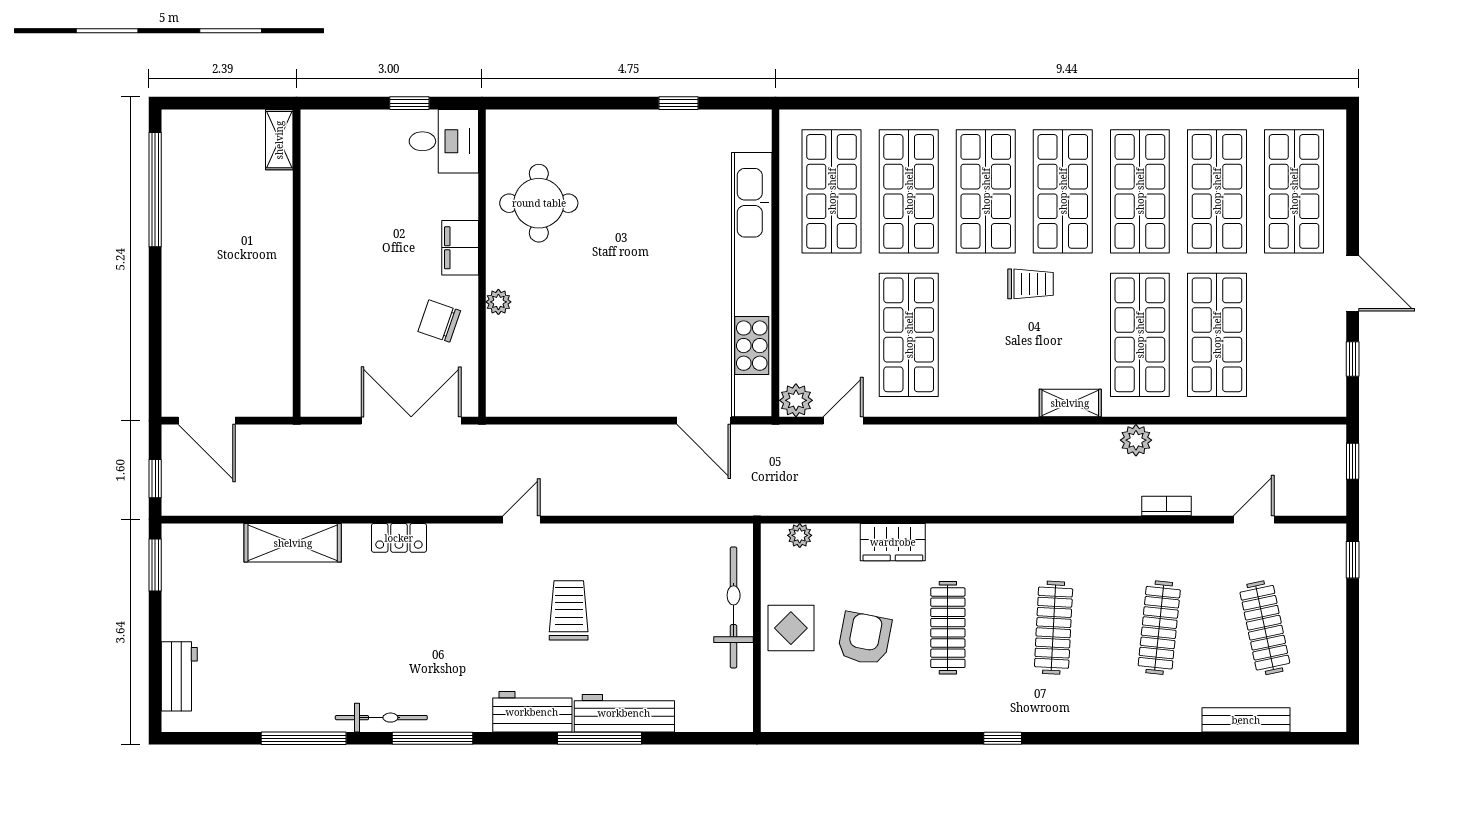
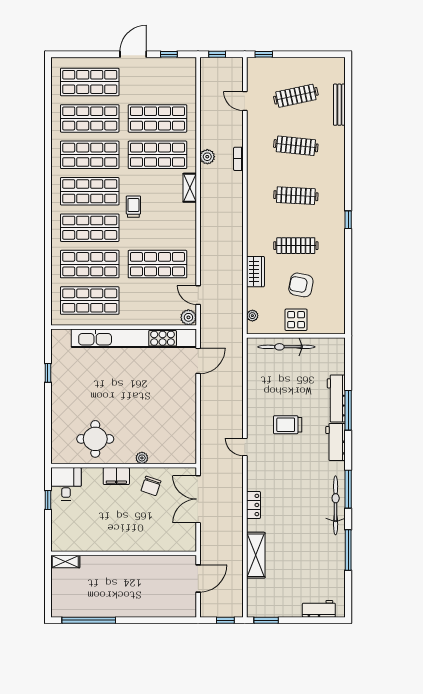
door: (207, 421) -> (198, 578), moved
bookcase: (1166, 506) -> (238, 159), moved
bicycle: (381, 718) -> (336, 505), width x1.37, depth x1.40

